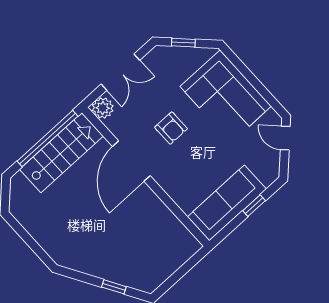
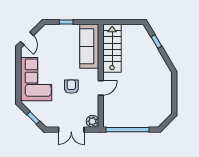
double door: (120, 72) -> (71, 130), swing flipped
stairs: (61, 153) -> (112, 48), moved, turned 90
door: (131, 161) -> (101, 88), width x0.53
sofa: (227, 203) -> (89, 46), moved, turned 90

